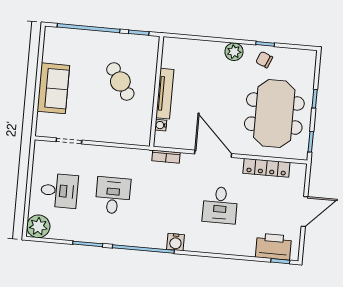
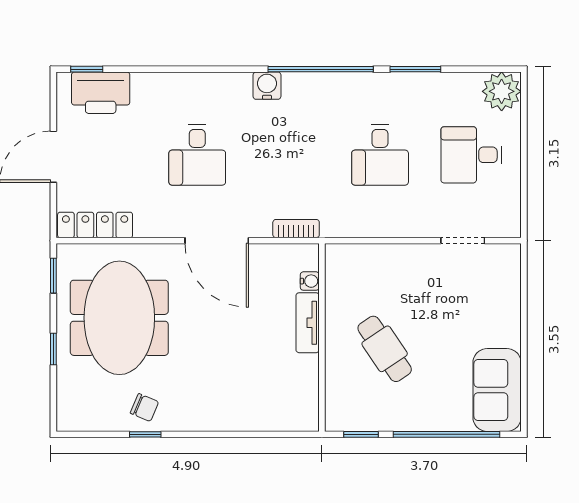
plant: (234, 52) -> (197, 416), removed
sofa: (53, 88) -> (497, 390), moved
tv unit: (165, 94) -> (308, 323), width x0.71
locker: (266, 168) -> (95, 225), moved
desk: (220, 205) -> (197, 155), turned 180

